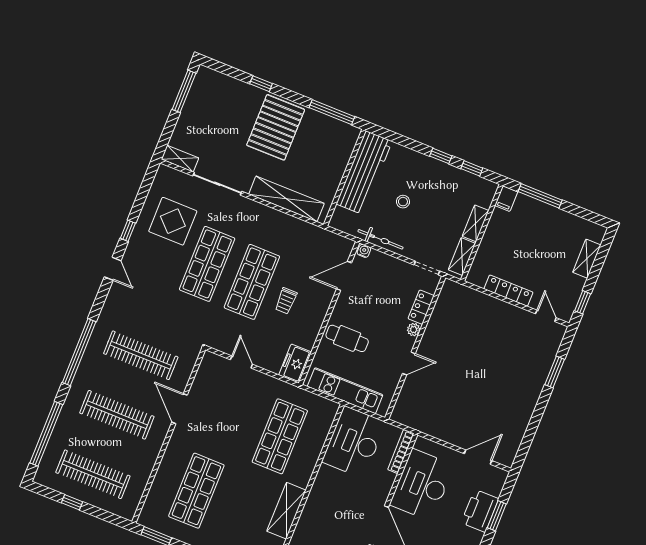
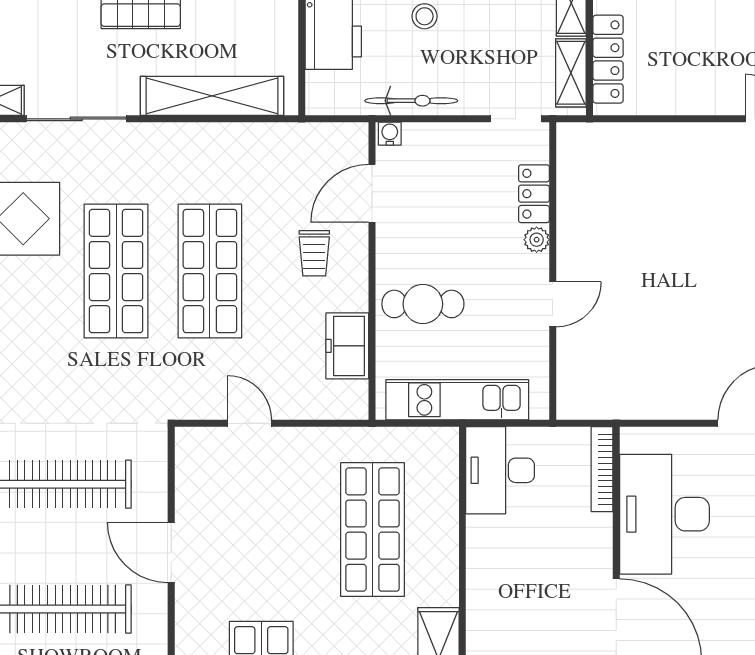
locker: (508, 291) -> (608, 59), moved, turned 90
trolley: (286, 301) -> (314, 253), moved
freezer: (295, 364) -> (347, 346), moved
desk: (354, 442) -> (500, 470), width x0.73, depth x0.77

